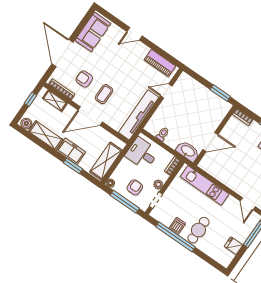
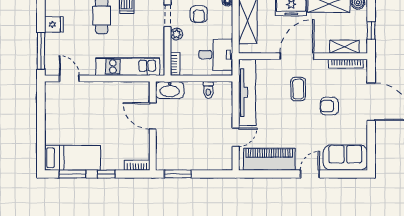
sofa: (93, 32) -> (345, 158), moved, turned 90
piano: (160, 63) -> (269, 159), width x1.37, depth x1.33
armchair: (84, 79) -> (329, 106), moved, turned 180
door: (210, 142) -> (153, 116), hinge flipped

